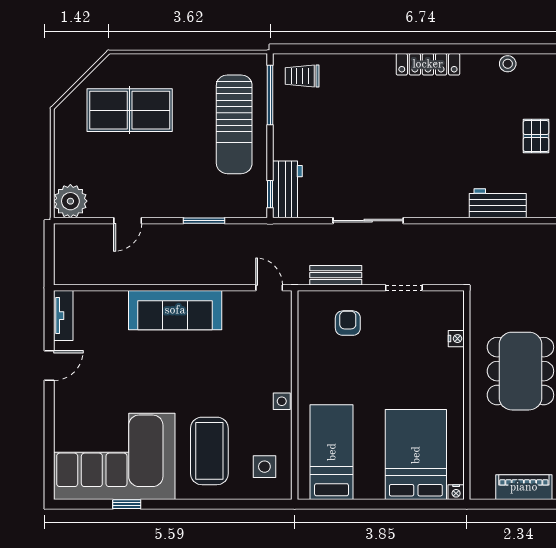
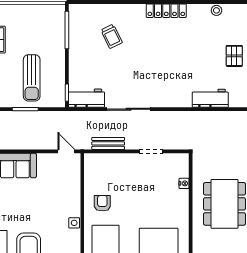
trolley: (302, 76) -> (112, 36), moved, turned -116
sun lounger: (234, 124) -> (32, 78), moved, width x0.73, depth x0.75
workbench: (287, 189) -> (86, 98), moved, turned -90
armchair: (348, 323) -> (102, 203), moved

